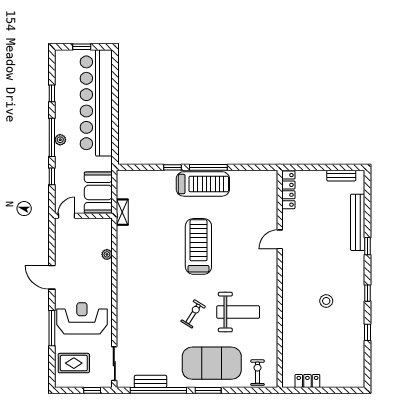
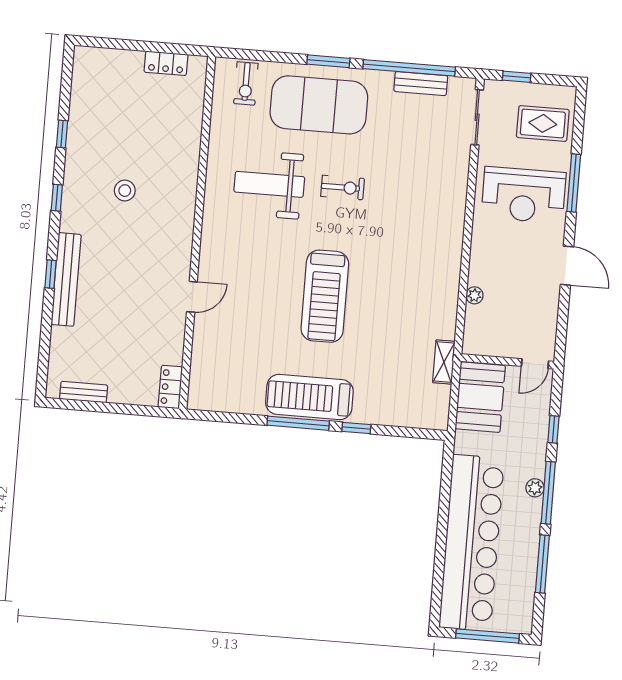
window: (82, 47) -> (488, 636), width x2.17
window: (52, 93) -> (542, 564), width x2.17
locker: (288, 190) -> (170, 387), width x0.66
bench: (358, 222) -> (66, 279), moved
exercise bike: (193, 314) -> (343, 187), turned -122

